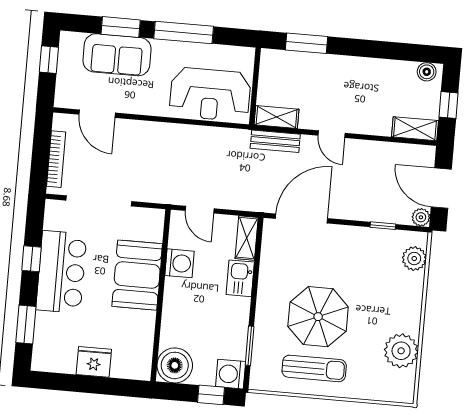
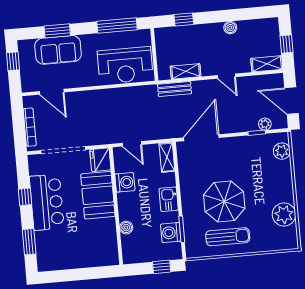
window: (184, 33) -> (117, 25), moved
window: (306, 43) -> (184, 20), width x0.67
boiler: (427, 72) -> (230, 28), moved
shelving: (277, 117) -> (186, 71), moved
door: (332, 134) -> (226, 76), moved
plant: (421, 217) -> (265, 124), moved
kitchen sink: (240, 278) -> (169, 199), moved
fridge: (94, 362) -> (100, 160), moved, turned -90
boiler: (175, 365) -> (126, 228), moved, width x0.54, depth x0.54
washing machine: (231, 374) -> (171, 233), moved

